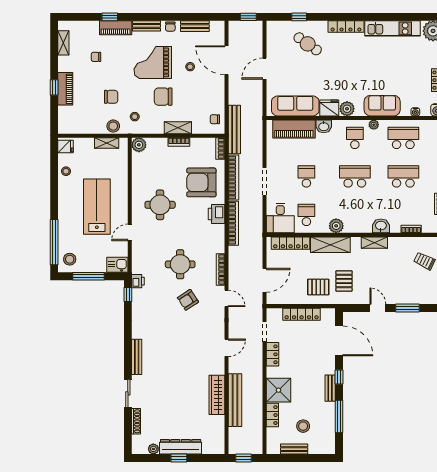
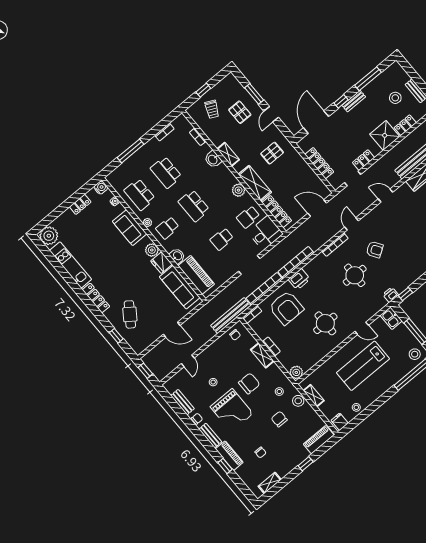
door: (226, 60) -> (188, 361), width x0.53
piano: (65, 89) -> (319, 440), moved
chair: (163, 97) -> (249, 383), turned -90
pallet: (318, 287) -> (240, 112), moved

